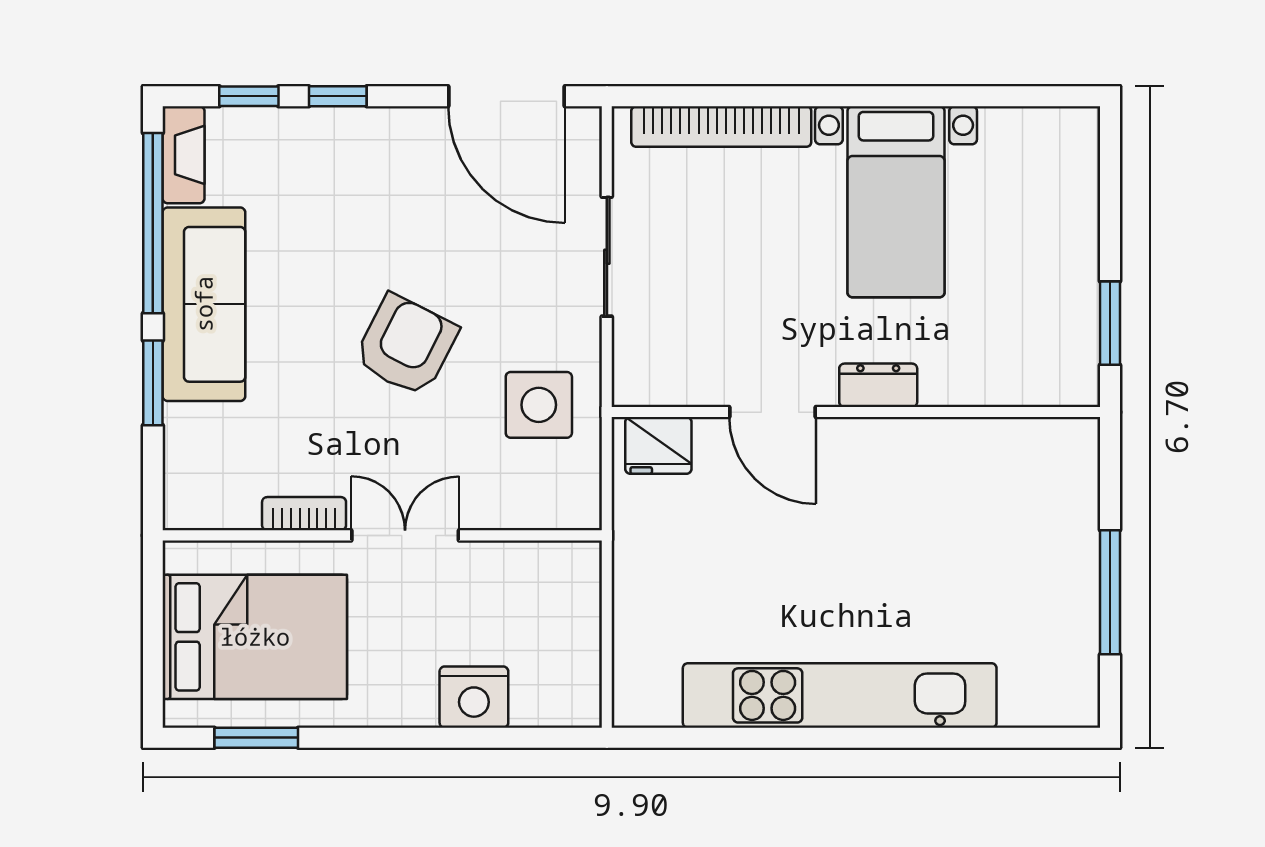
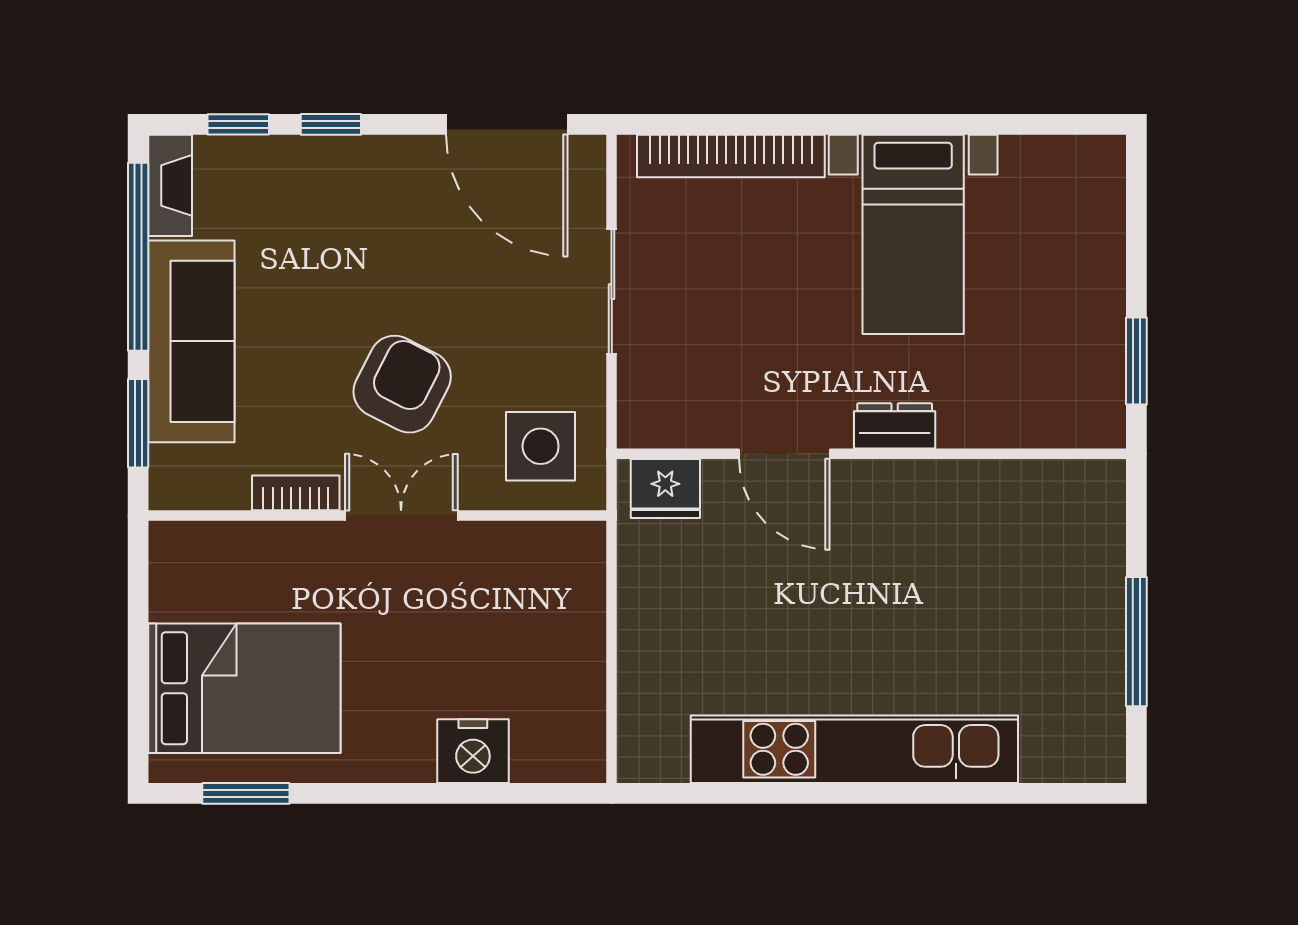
bookcase: (304, 514) -> (296, 493), moved
wall: (382, 535) -> (377, 515), moved
double door: (405, 535) -> (401, 515), moved

